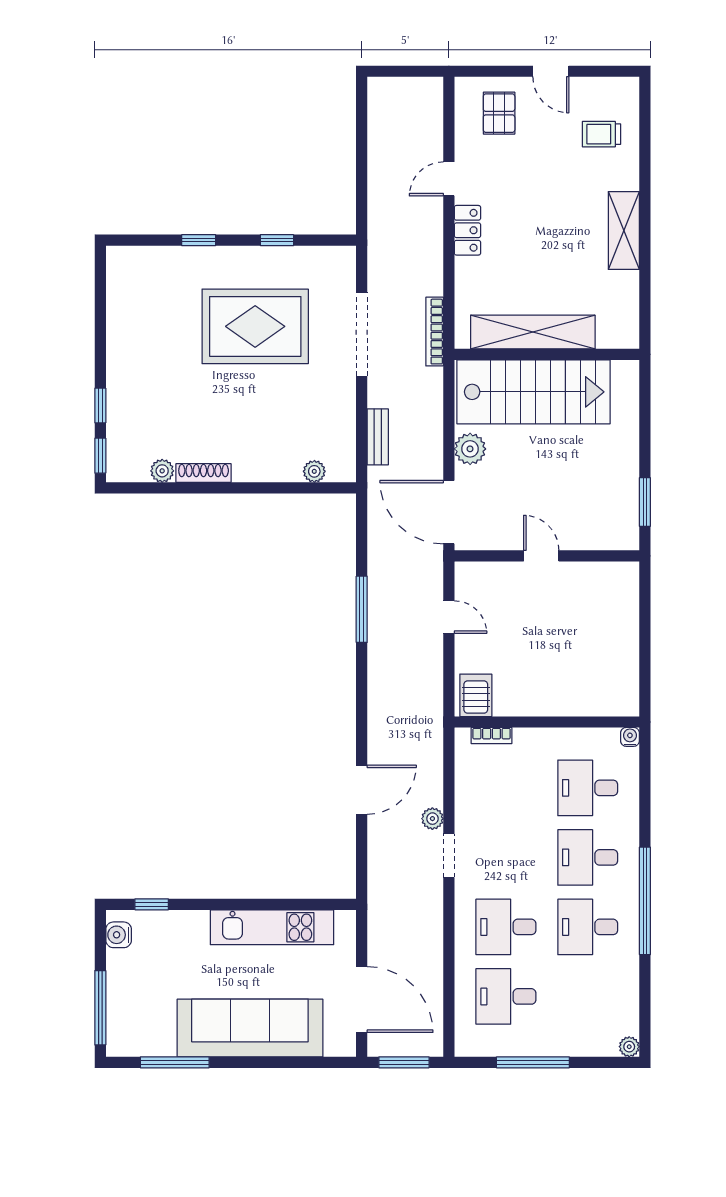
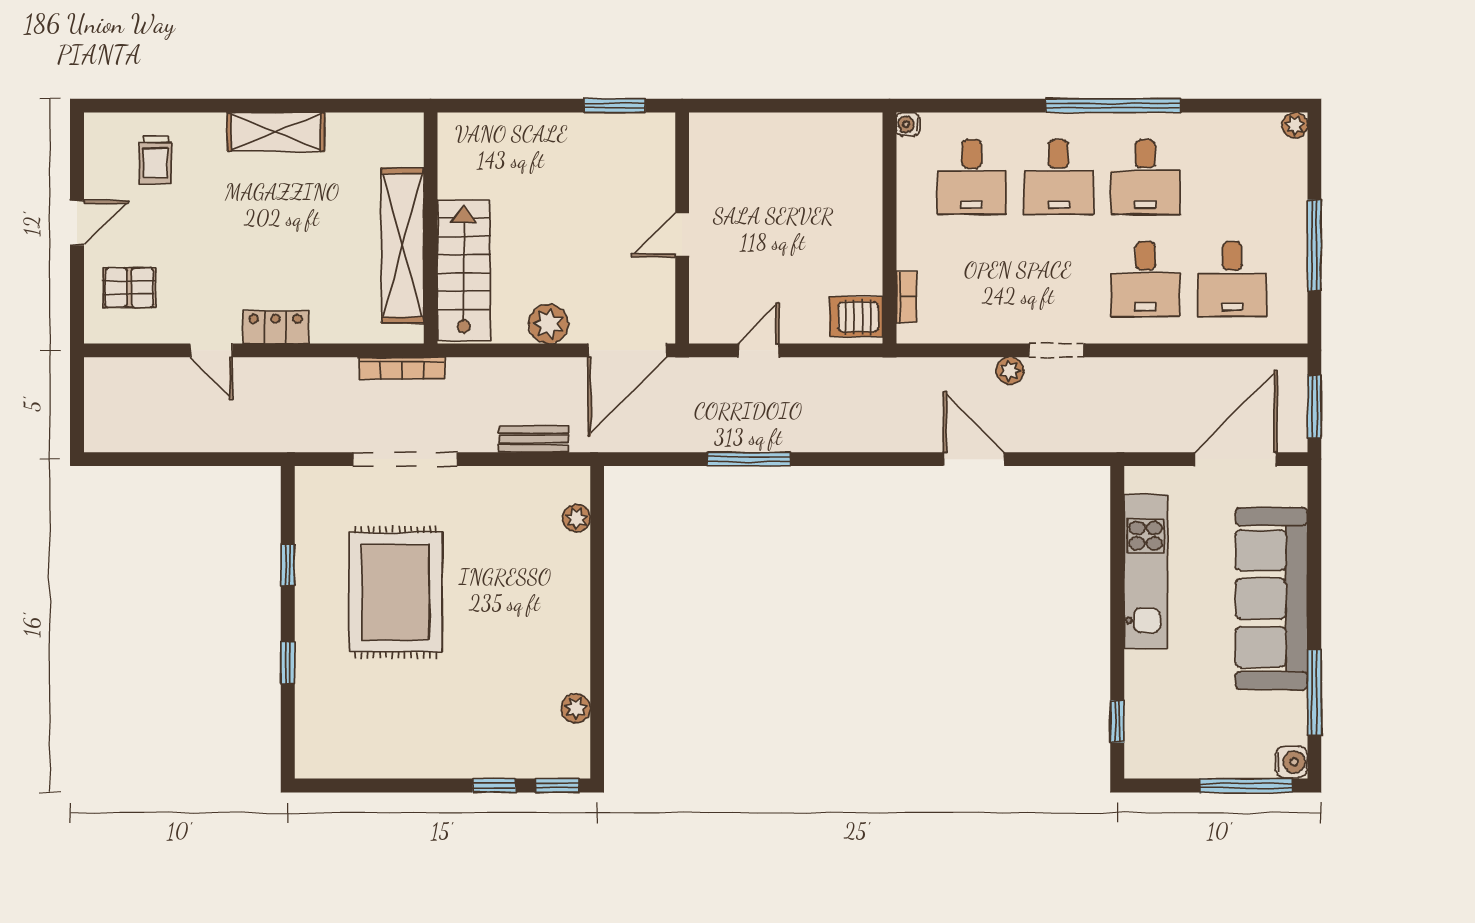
stairs: (533, 392) -> (464, 270), width x0.73, depth x0.66
shoe rack: (204, 473) -> (579, 657), removed
water cooler: (119, 935) -> (1292, 762), moved, turned -90

